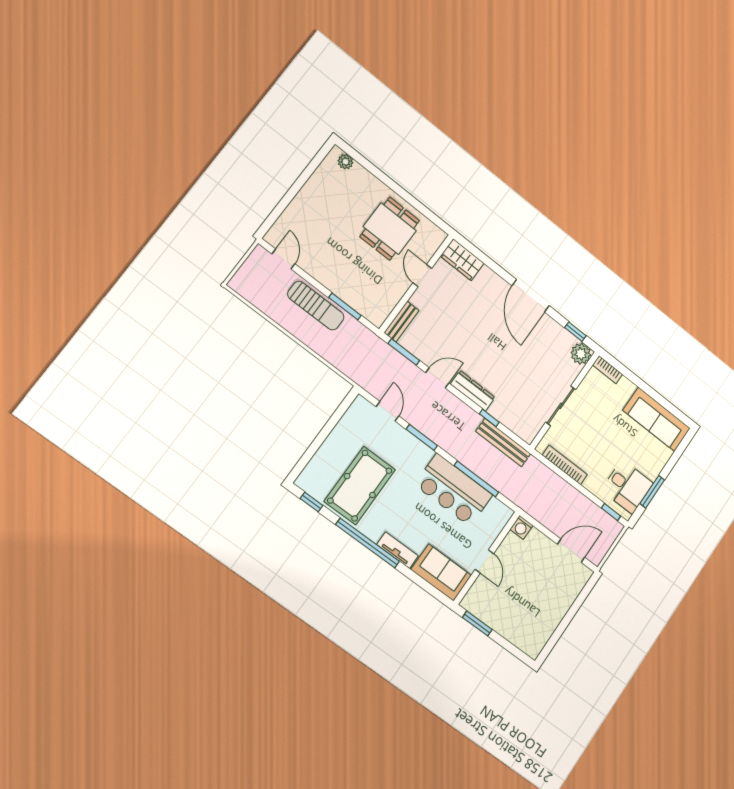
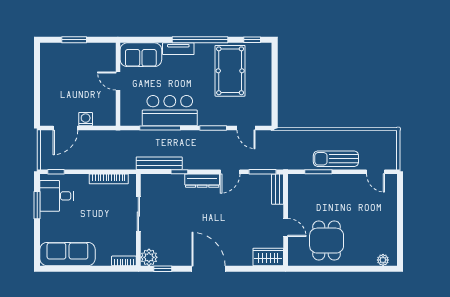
washing machine: (521, 527) -> (86, 119), moved
window: (477, 623) -> (74, 40), moved

